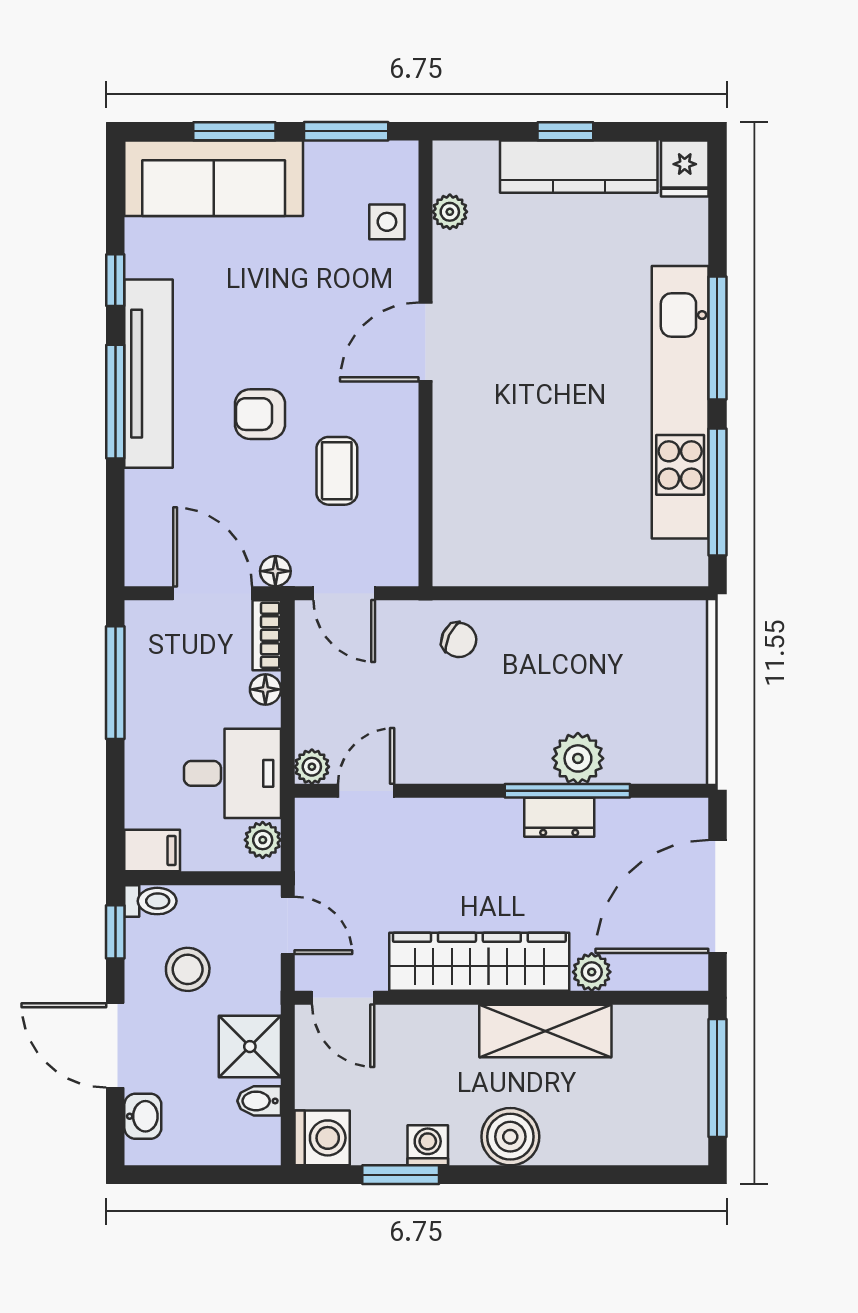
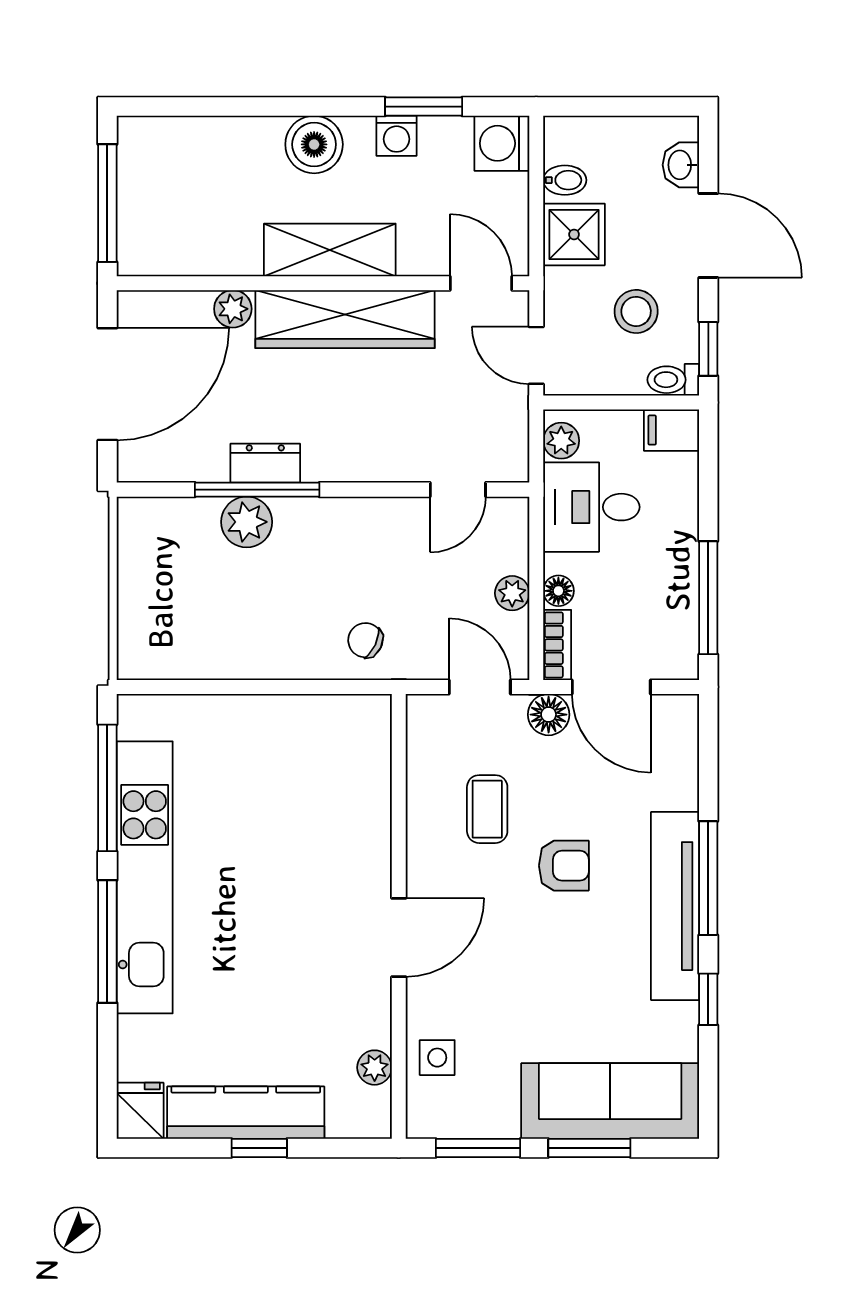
floor lamp: (275, 571) -> (549, 715), width x1.37, depth x1.37
plant: (312, 767) -> (512, 593), moved
shelving: (545, 1031) -> (330, 250), moved

